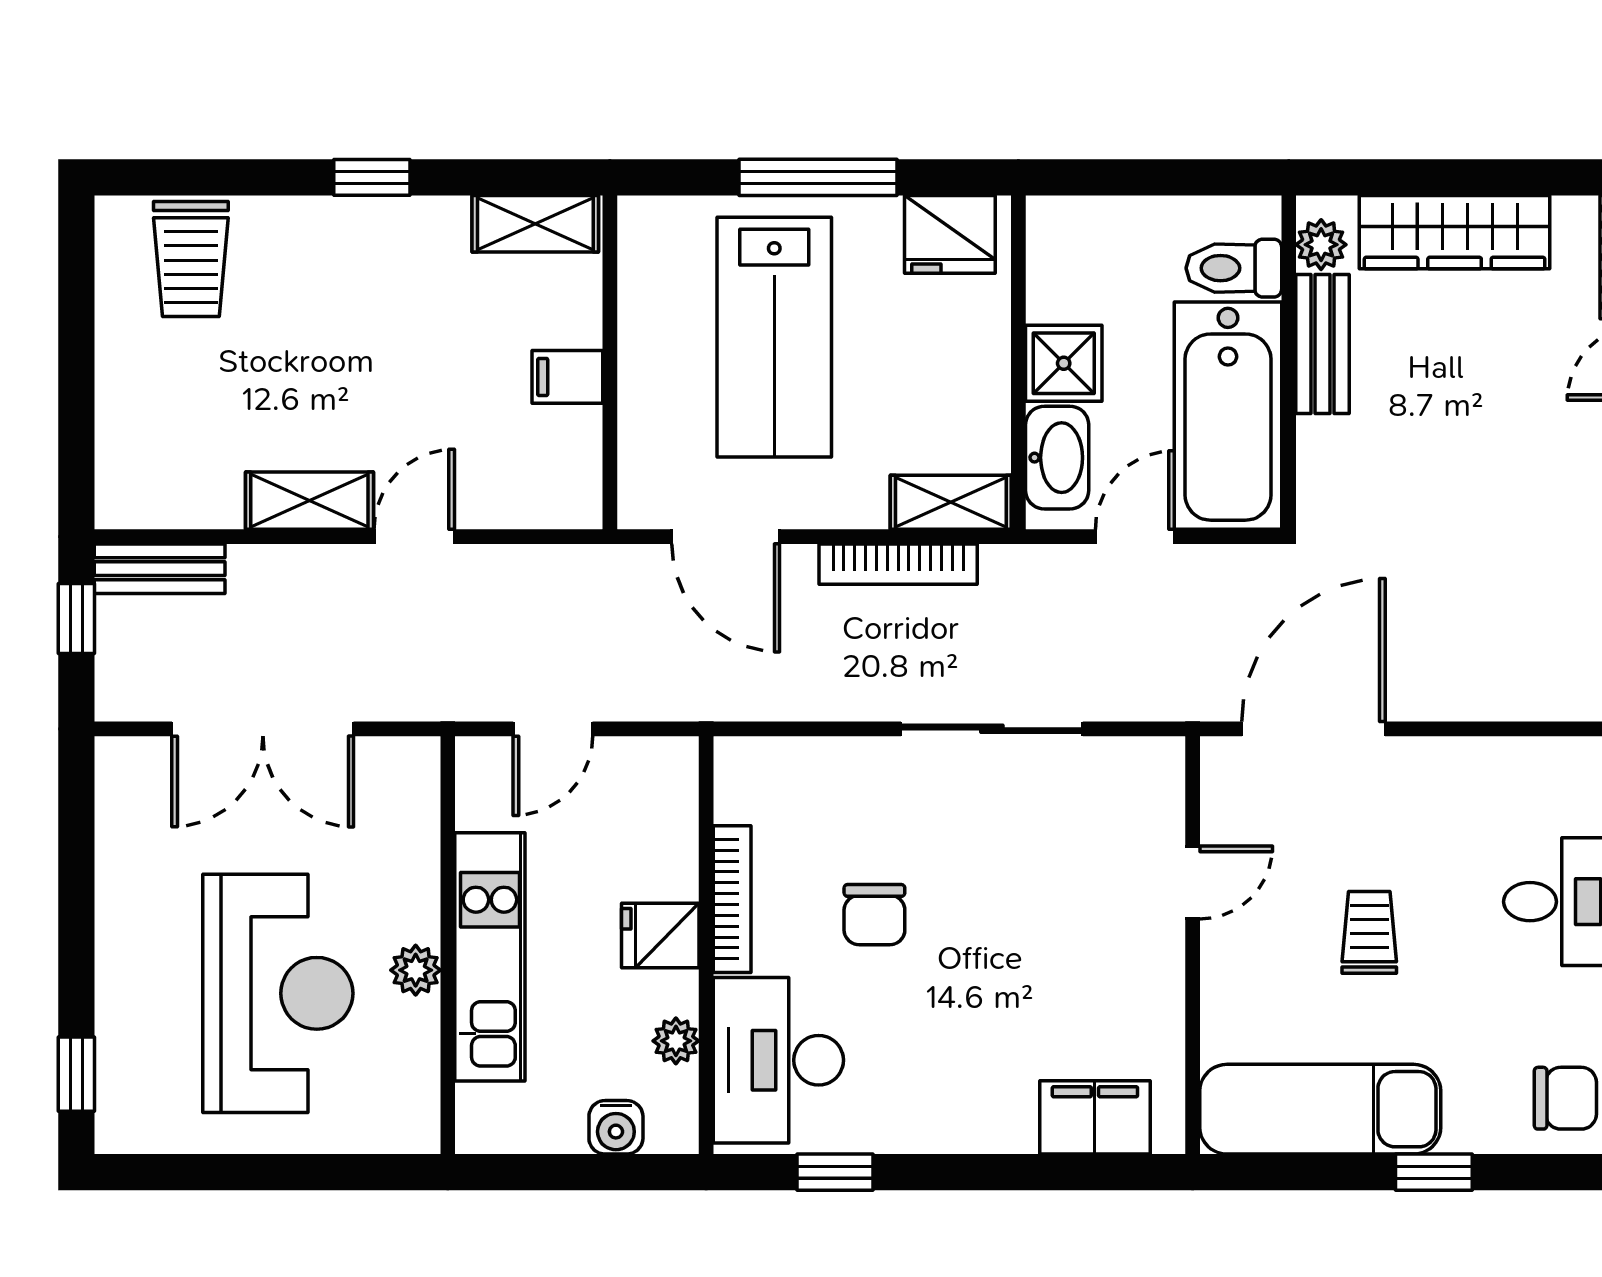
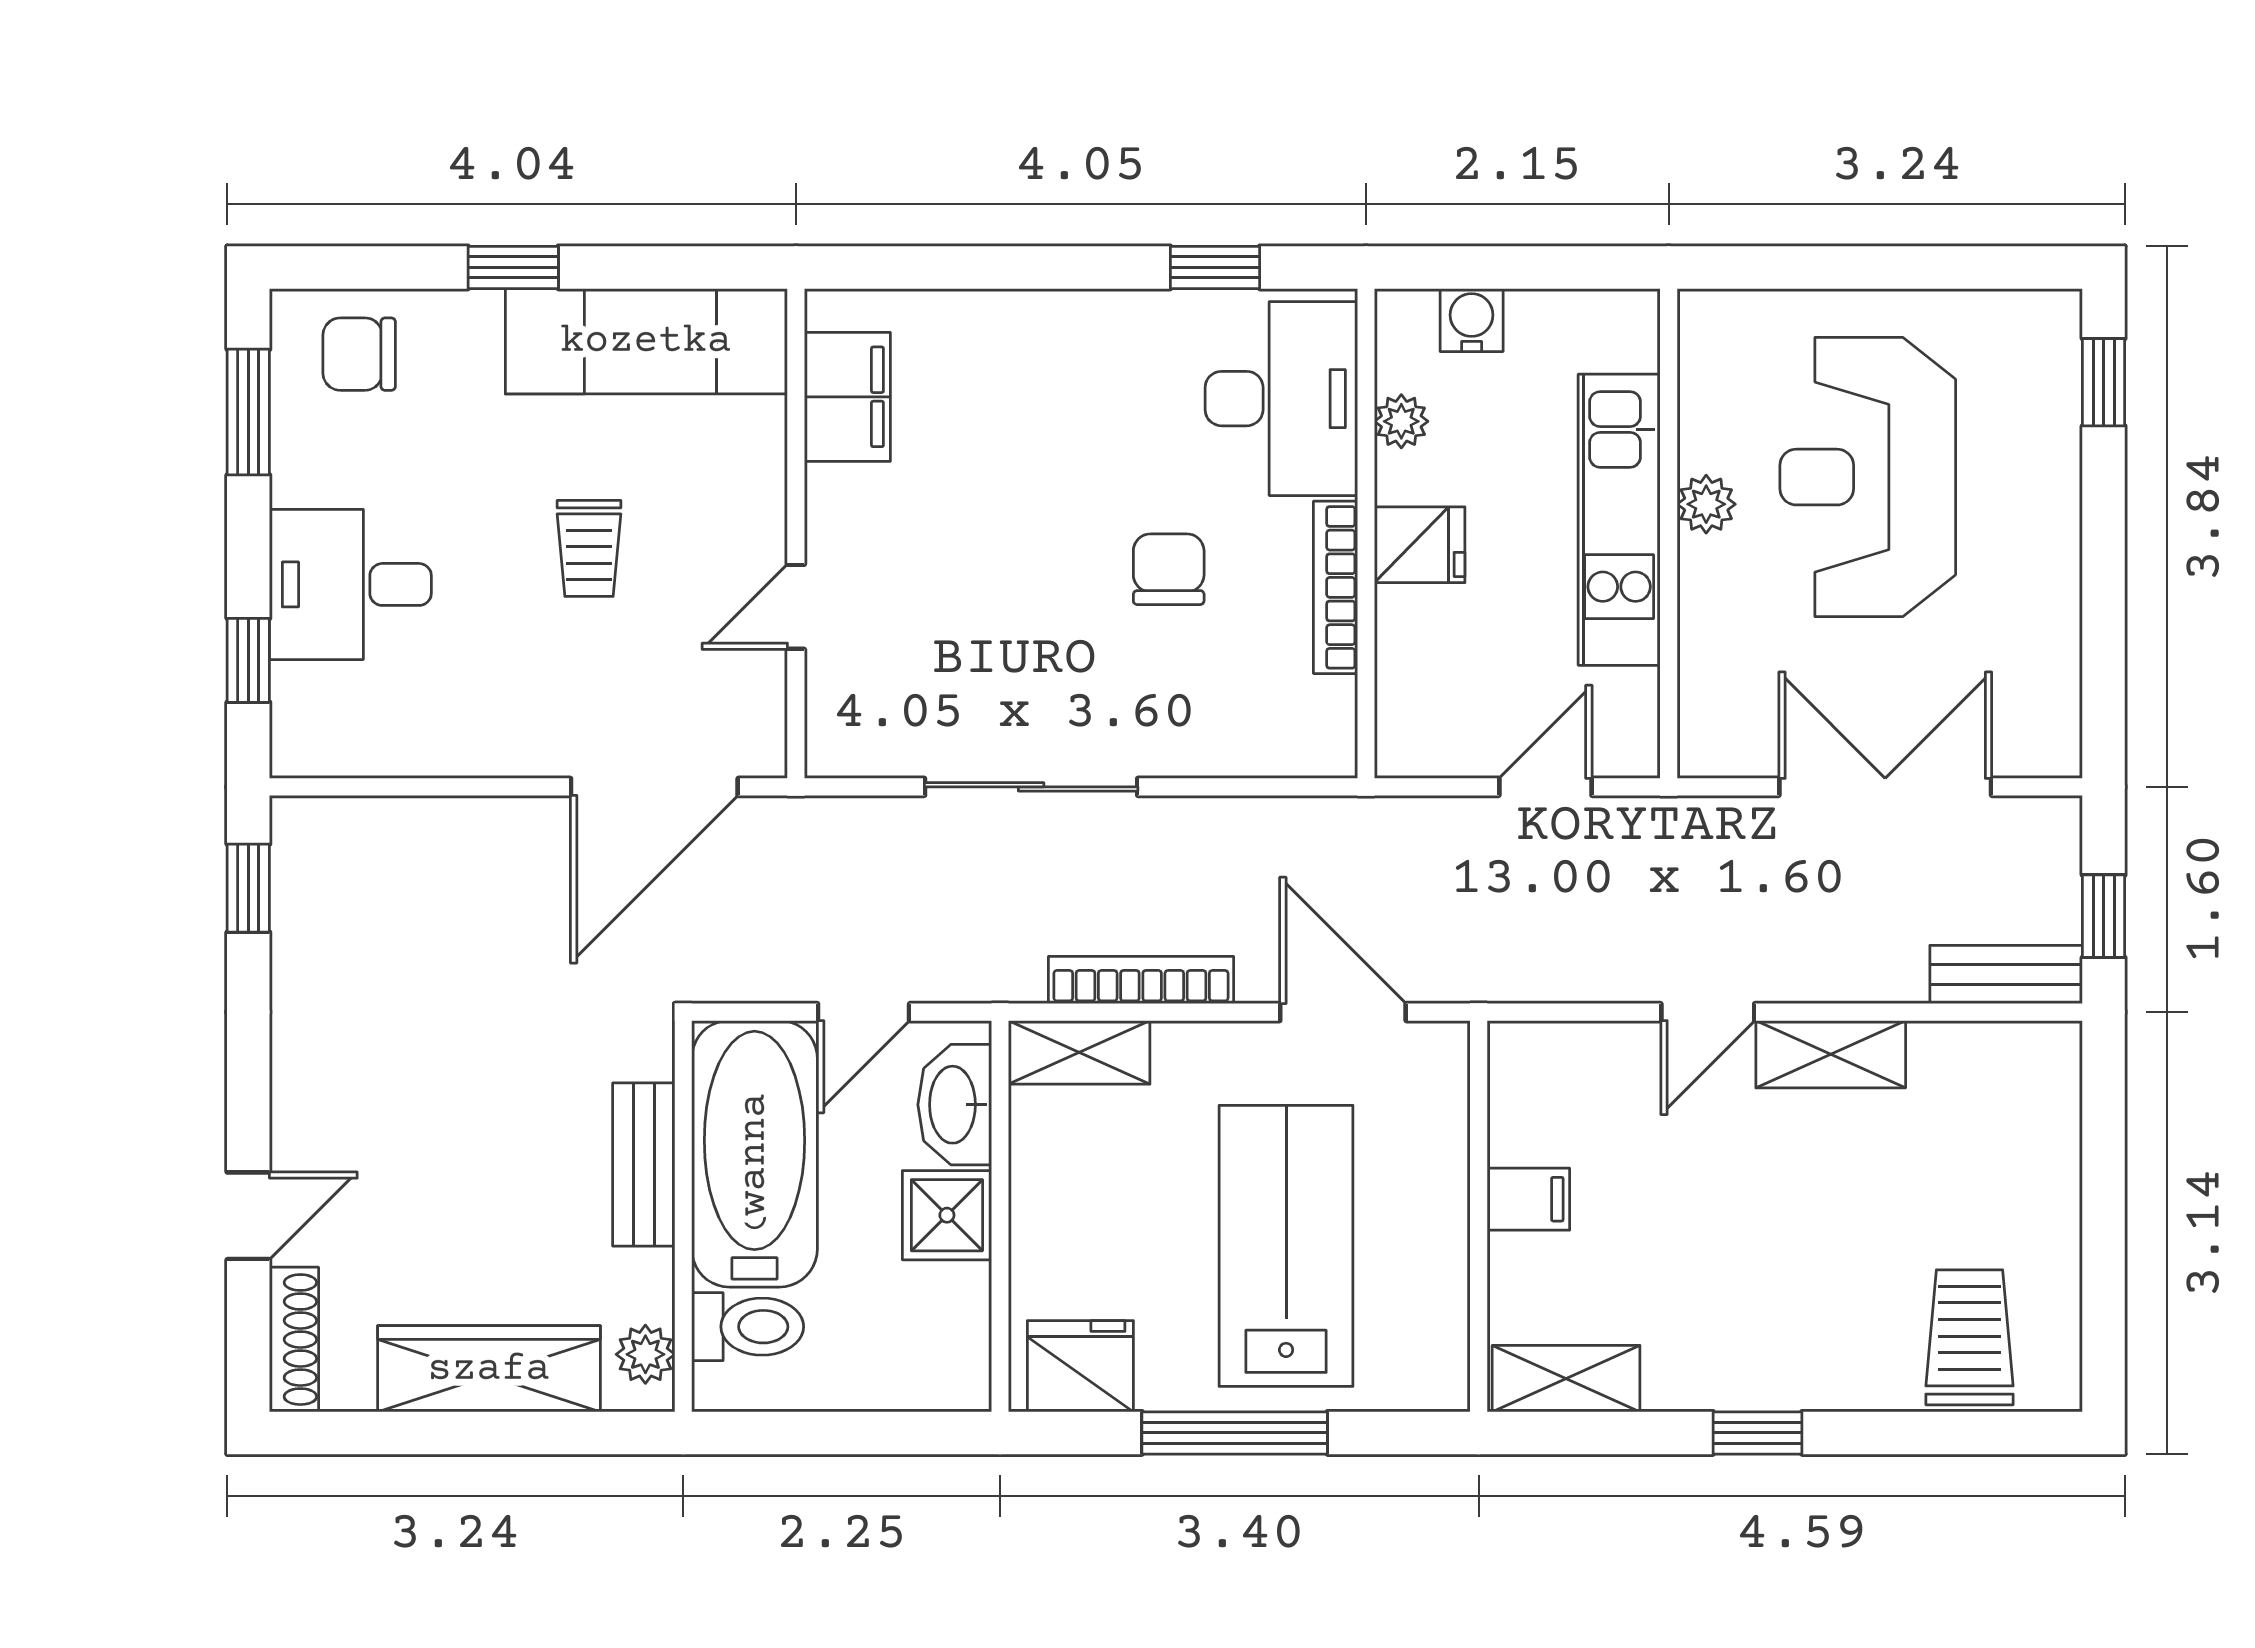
bench: (1323, 344) -> (644, 1165), moved
filing cabinet: (1095, 1117) -> (847, 397), moved, turned -90

